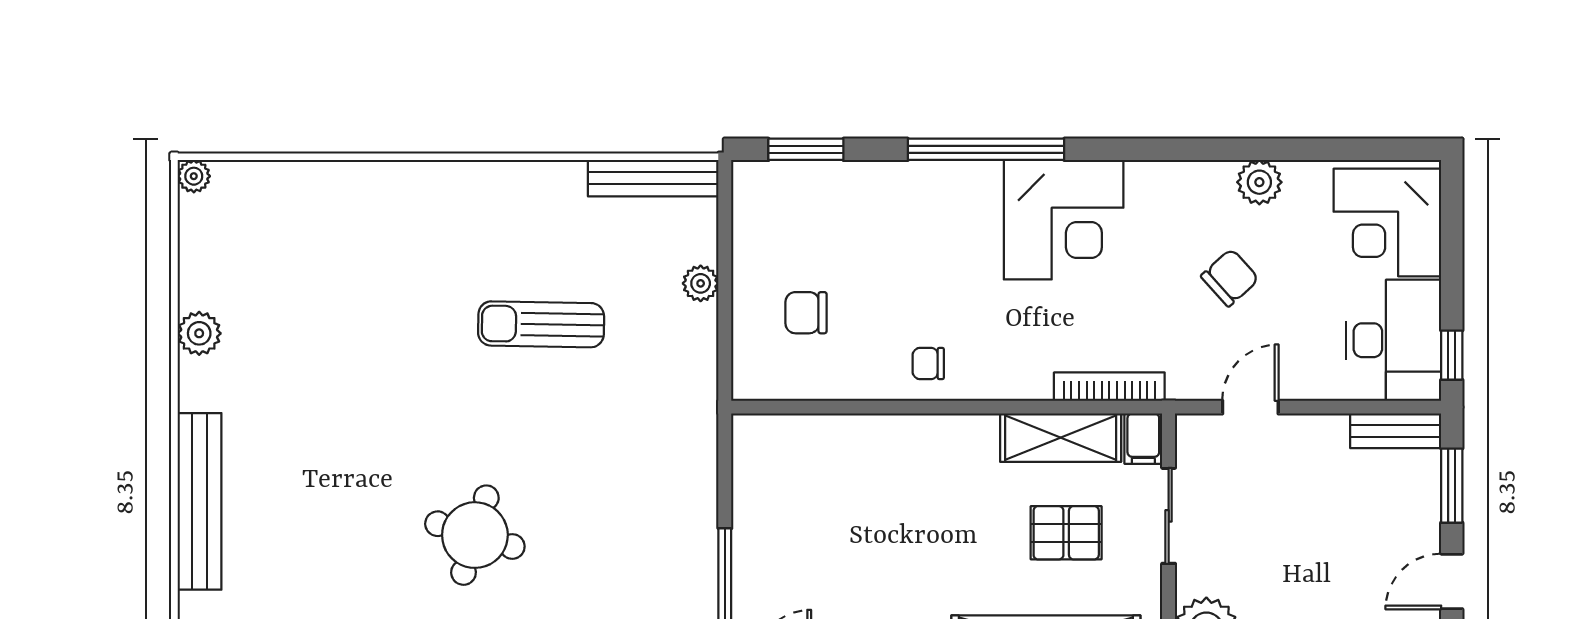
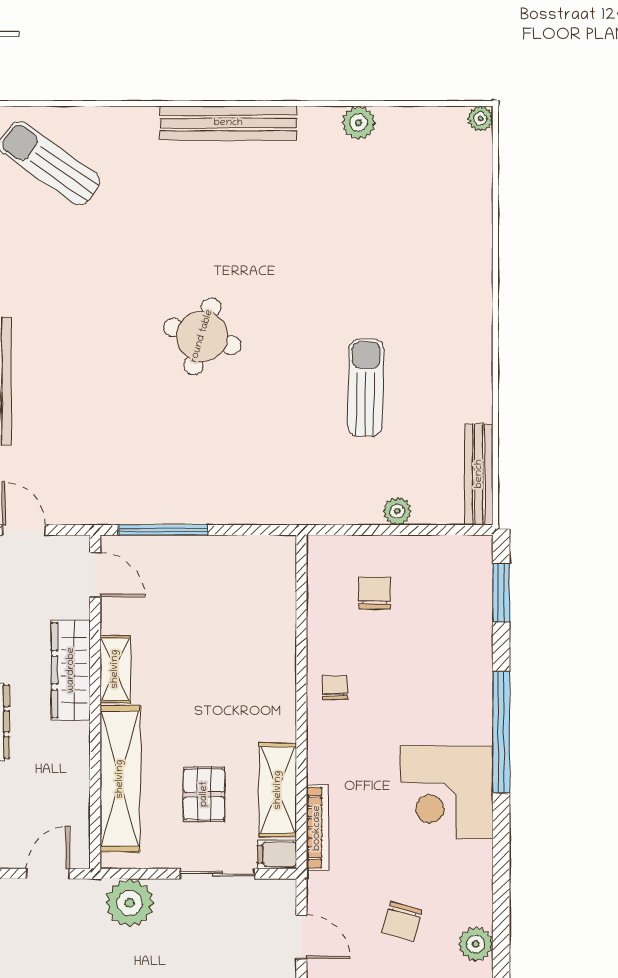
chair: (1230, 278) -> (402, 921), turned 57

